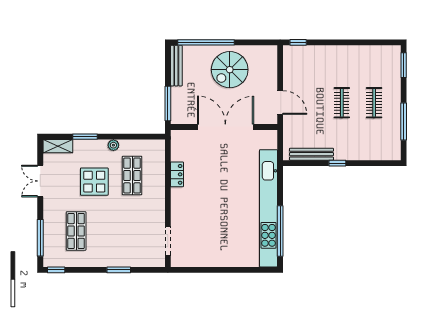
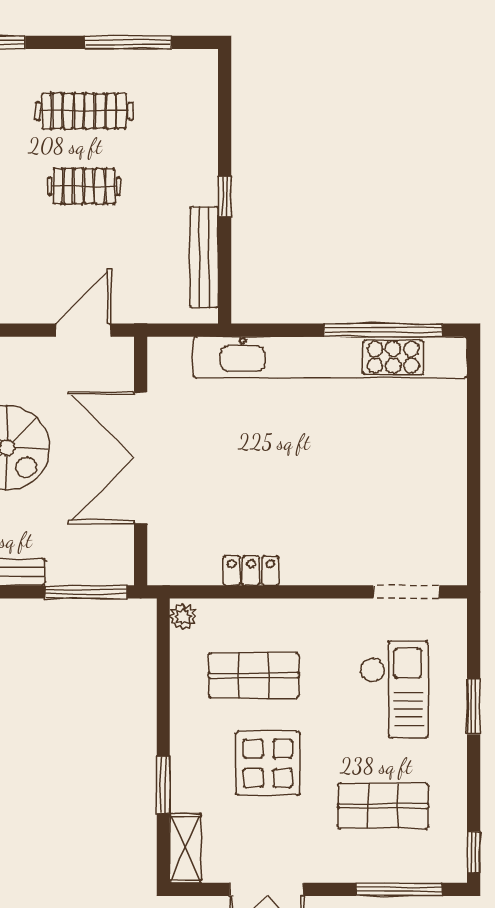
clothes rail: (374, 103) -> (84, 111), width x1.36
plant: (113, 145) -> (183, 616), moved
checkout: (126, 236) -> (394, 690), added

